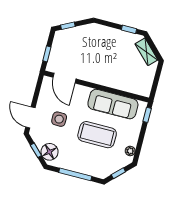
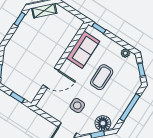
door: (65, 78) -> (51, 78), moved
sofa: (113, 104) -> (83, 50), width x0.73
coffee table: (97, 135) -> (102, 77), width x0.73, depth x0.76

